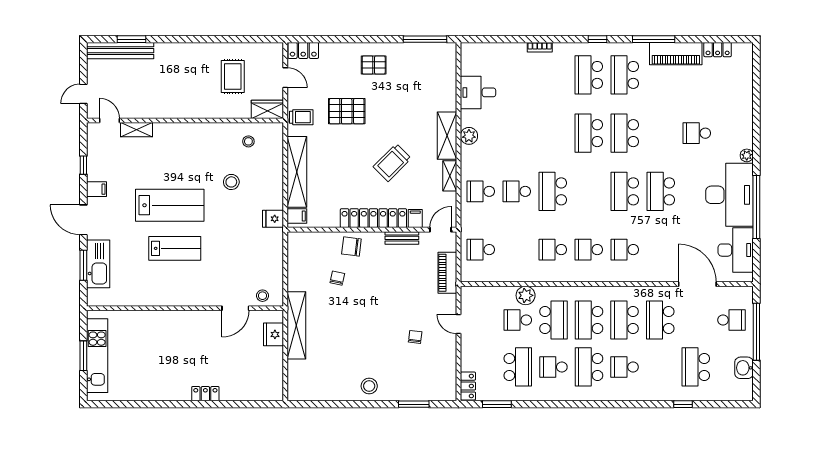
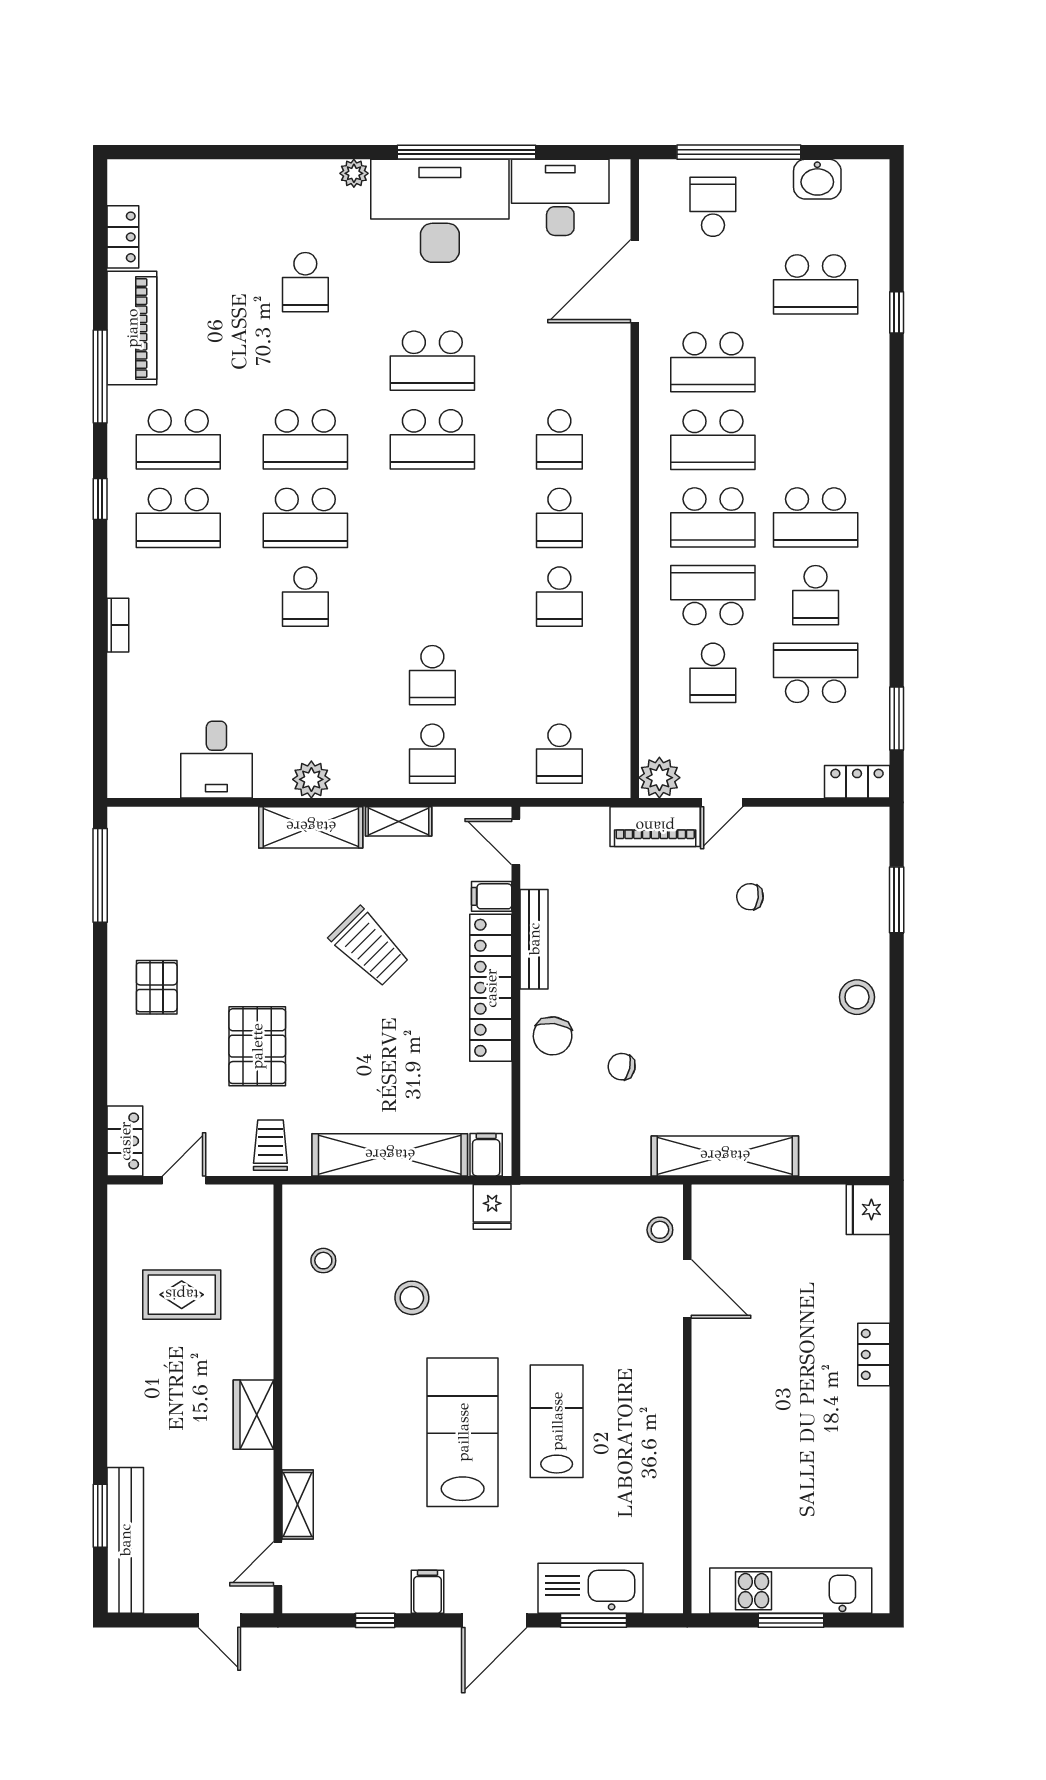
wardrobe: (267, 109) -> (254, 1415), moved
school desk: (553, 191) -> (305, 597), moved, width x0.54
bench: (402, 238) -> (534, 939), width x1.36
piano: (447, 273) -> (655, 827), moved
plant: (526, 295) -> (659, 778), moved
fridge: (273, 334) -> (868, 1209), moved, turned 90
school desk: (625, 367) -> (816, 440), removed

